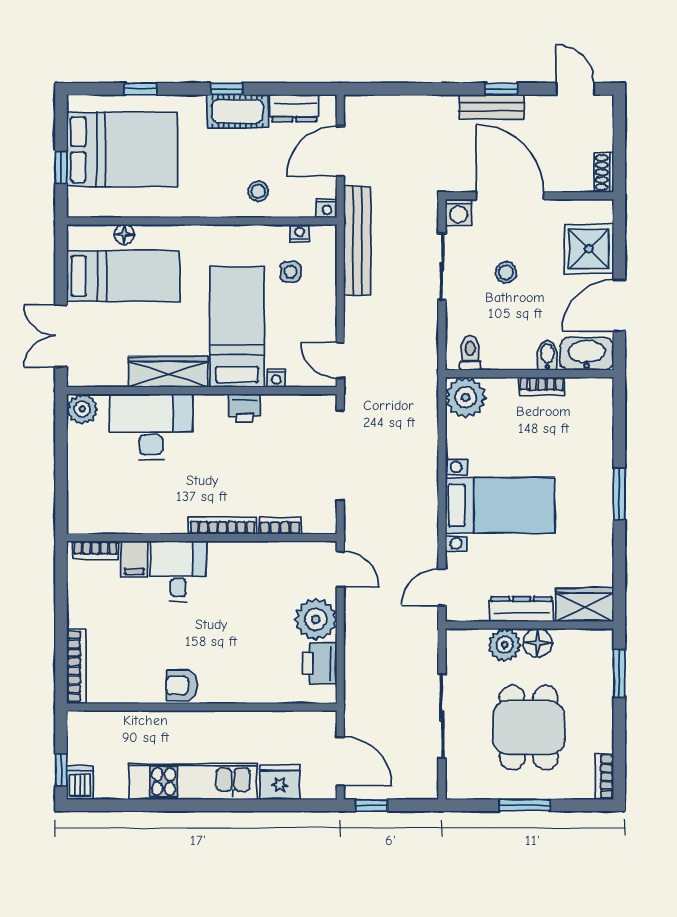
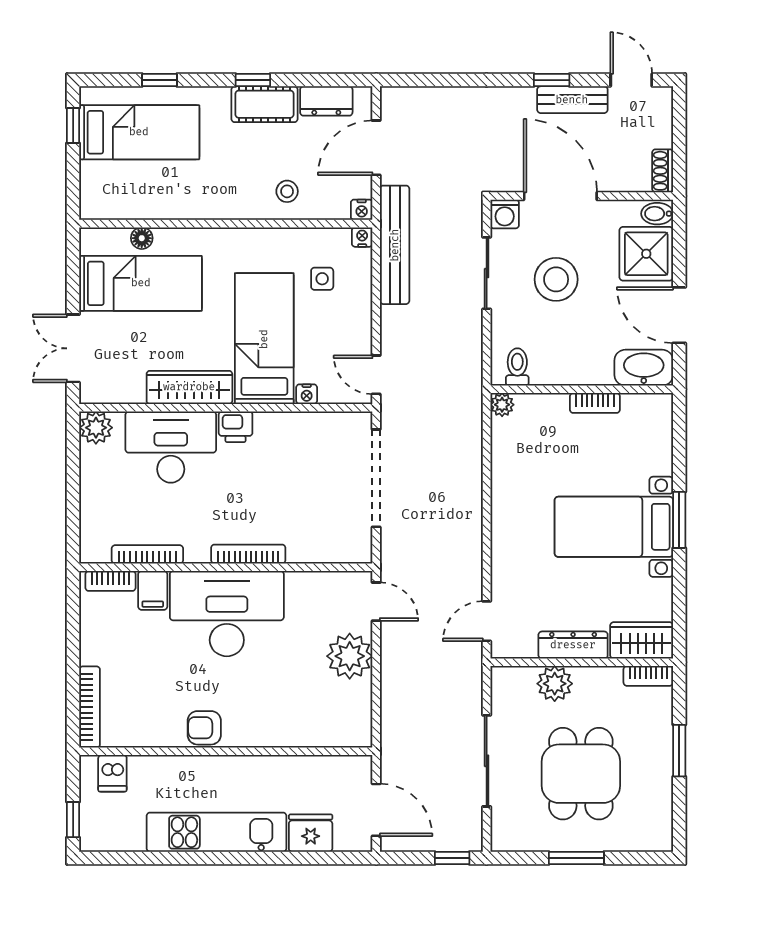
bench: (492, 107) -> (572, 100), moved
bed: (122, 149) -> (139, 132), width x0.67
window: (61, 167) -> (73, 126), moved
nightstand: (300, 233) -> (362, 237), moved
stool: (506, 272) -> (556, 279), width x1.89, depth x1.89
door: (619, 305) -> (679, 315), hinge flipped
bidet: (547, 356) -> (657, 214), moved, turned -90
plant: (466, 397) -> (502, 405), width x0.53, depth x0.53
printer: (245, 408) -> (236, 427), moved
bed with nightstands: (500, 505) -> (614, 527), moved, turned 180
bookcase: (280, 526) -> (147, 554), moved, width x1.56
desk: (178, 571) -> (227, 614), width x1.87, depth x1.30
floor lamp: (538, 643) -> (590, 682), removed
printer: (320, 663) -> (354, 704), removed
window: (619, 673) -> (679, 751), moved
bookcase: (605, 777) -> (648, 676), moved, turned -90
dishwasher: (80, 783) -> (112, 773), moved, turned 180
window: (372, 805) -> (452, 858), moved

